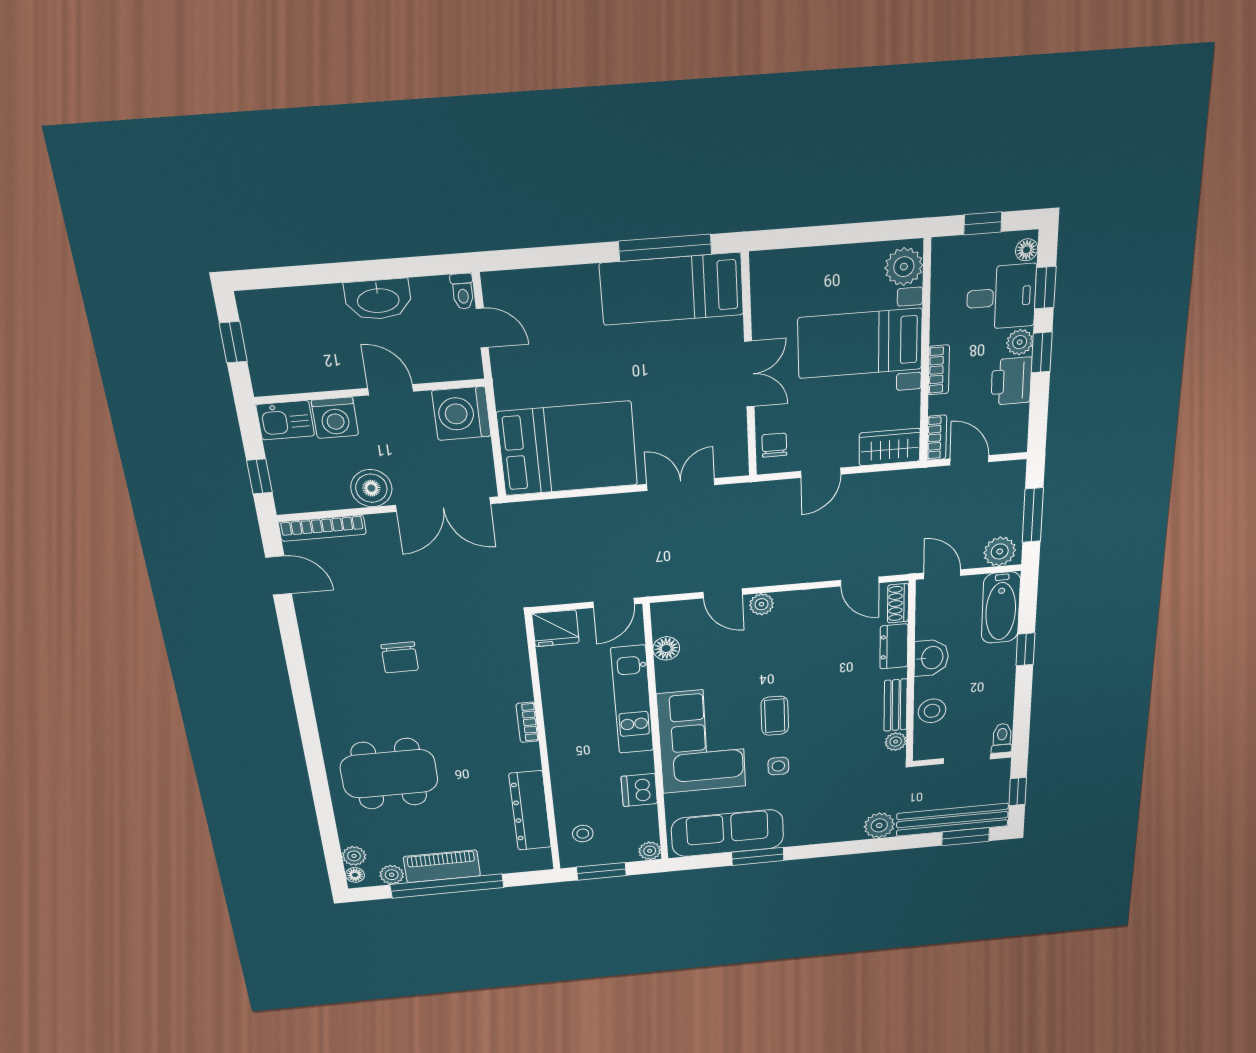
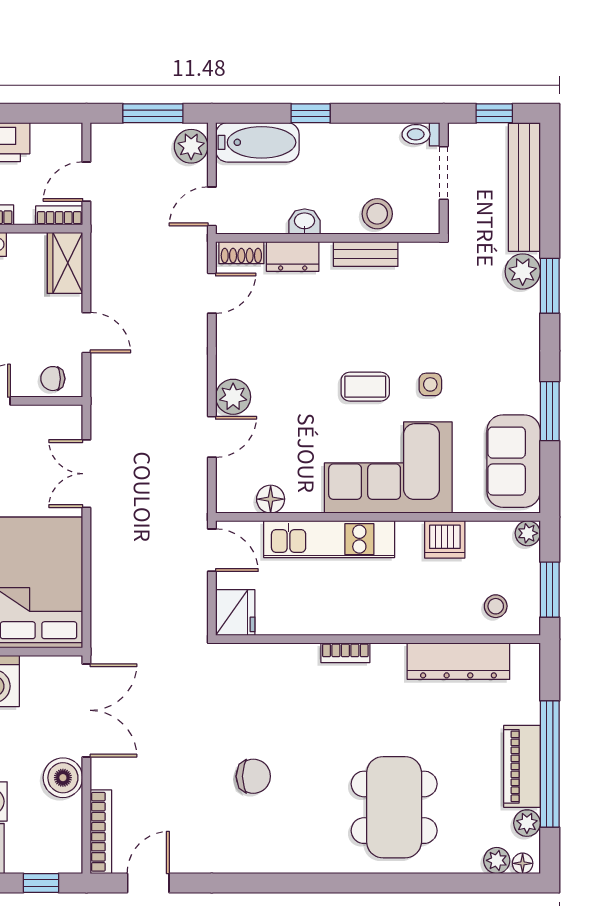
plant: (762, 604) -> (233, 397), width x1.38, depth x1.38
washbasin: (931, 658) -> (305, 222), width x0.72, depth x0.69
plant: (896, 741) -> (412, 254), removed
sofa: (727, 833) -> (514, 461), width x0.73
window: (966, 837) -> (550, 286), moved

